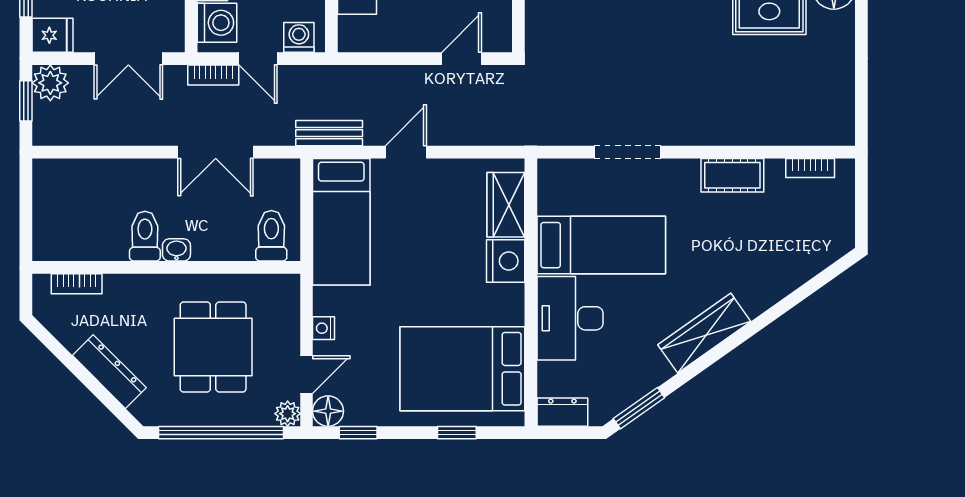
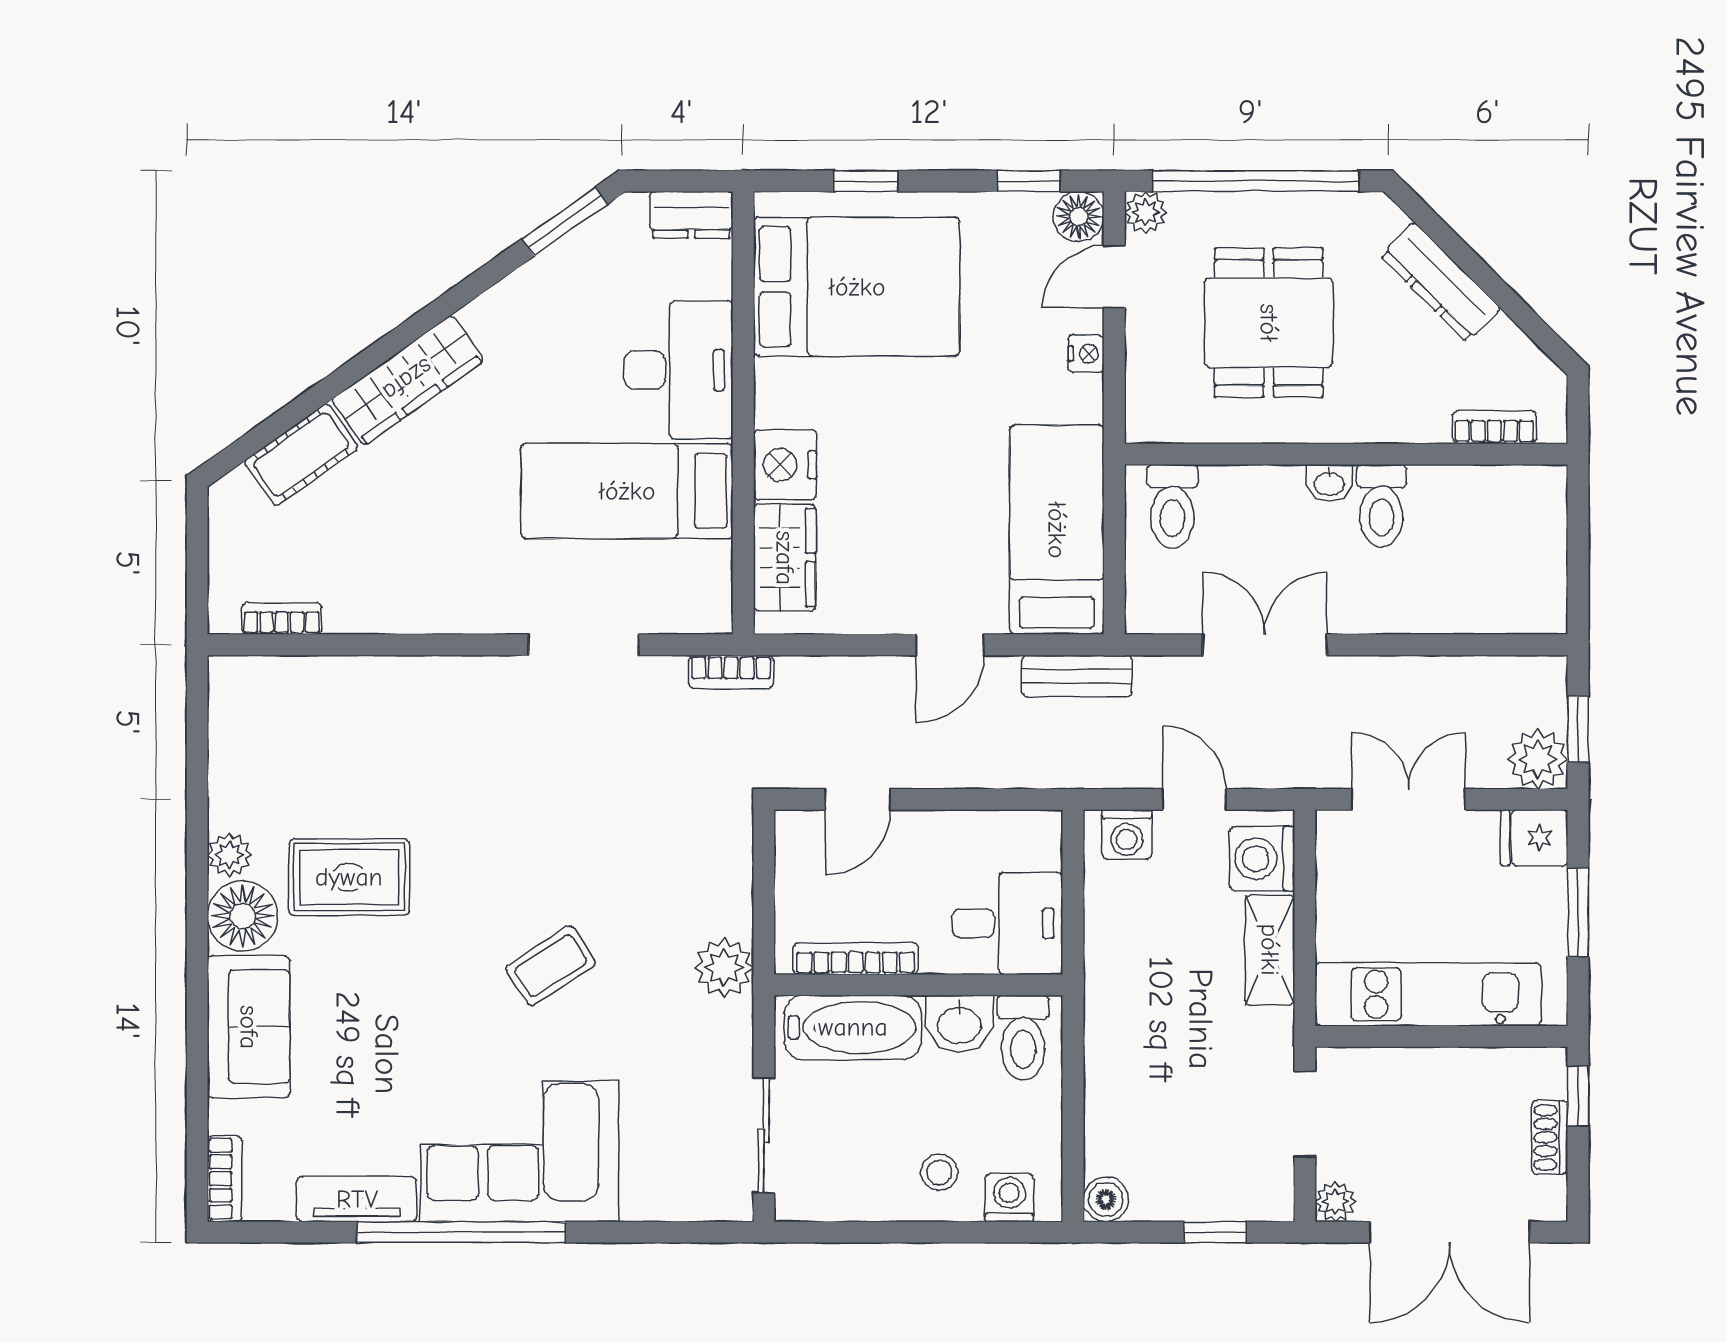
plant: (842, 25) -> (229, 855), added
bookcase: (213, 75) -> (731, 672), moved, turned 180
cot: (732, 175) -> (301, 455), moved, turned -35
wardrobe: (704, 333) -> (408, 380), moved

